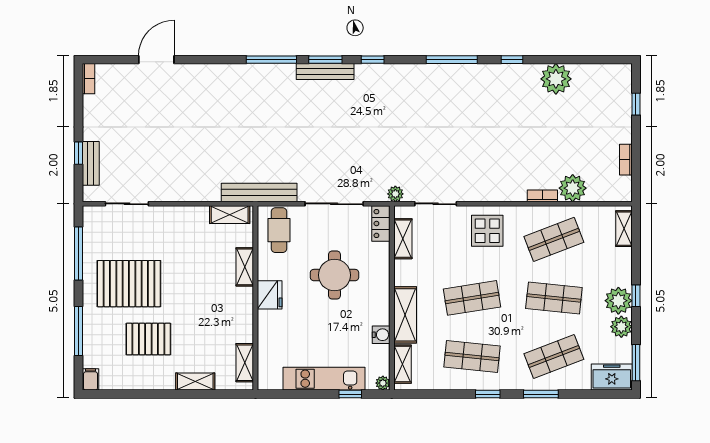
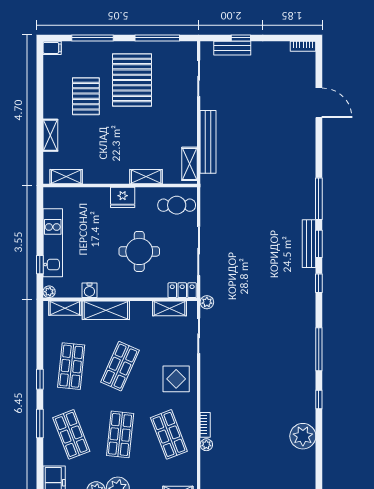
plant: (573, 188) -> (206, 445), width x0.53, depth x0.53
bench: (259, 192) -> (208, 142), moved
shop shelf: (472, 298) -> (120, 366), turned 33

